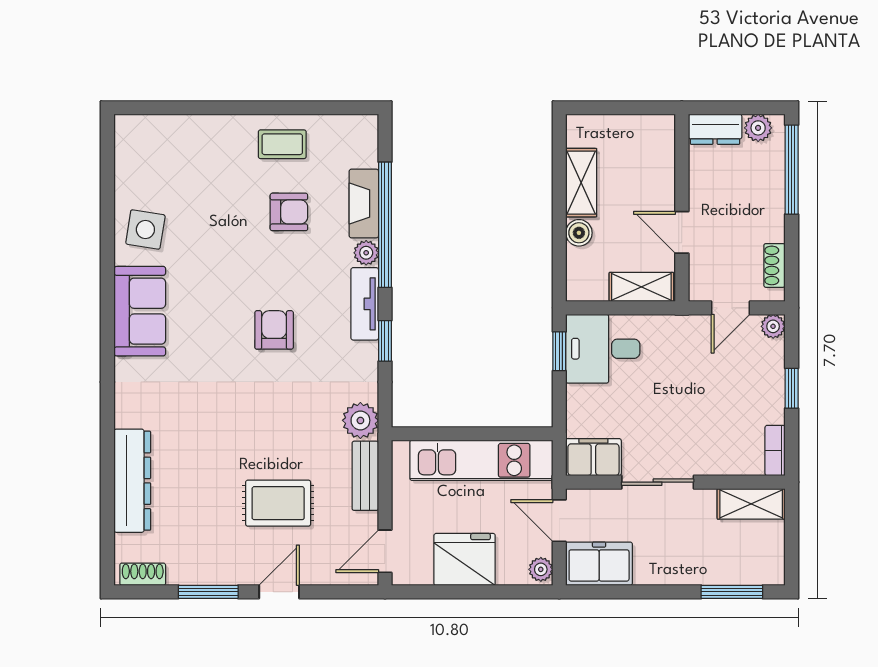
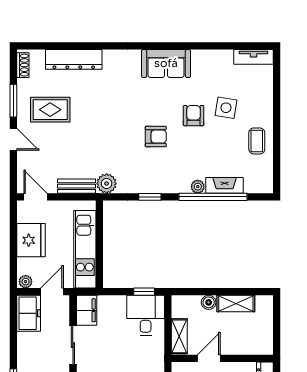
armchair: (289, 212) -> (194, 116), moved, turned 180
side table: (145, 229) -> (226, 108), moved
tv unit: (365, 304) -> (253, 57), moved, turned 180
rug: (278, 503) -> (50, 110), moved, turned 90

